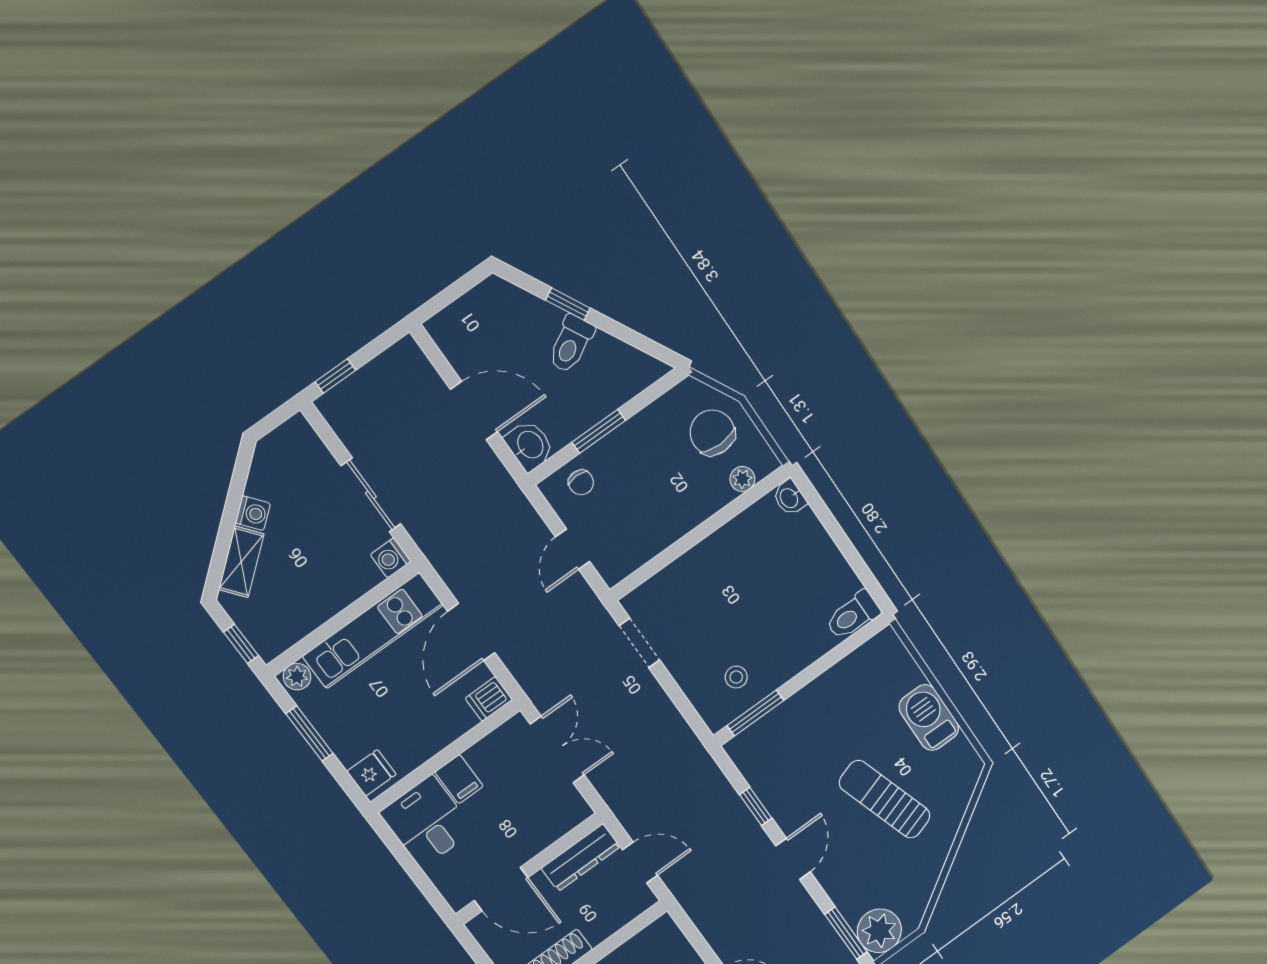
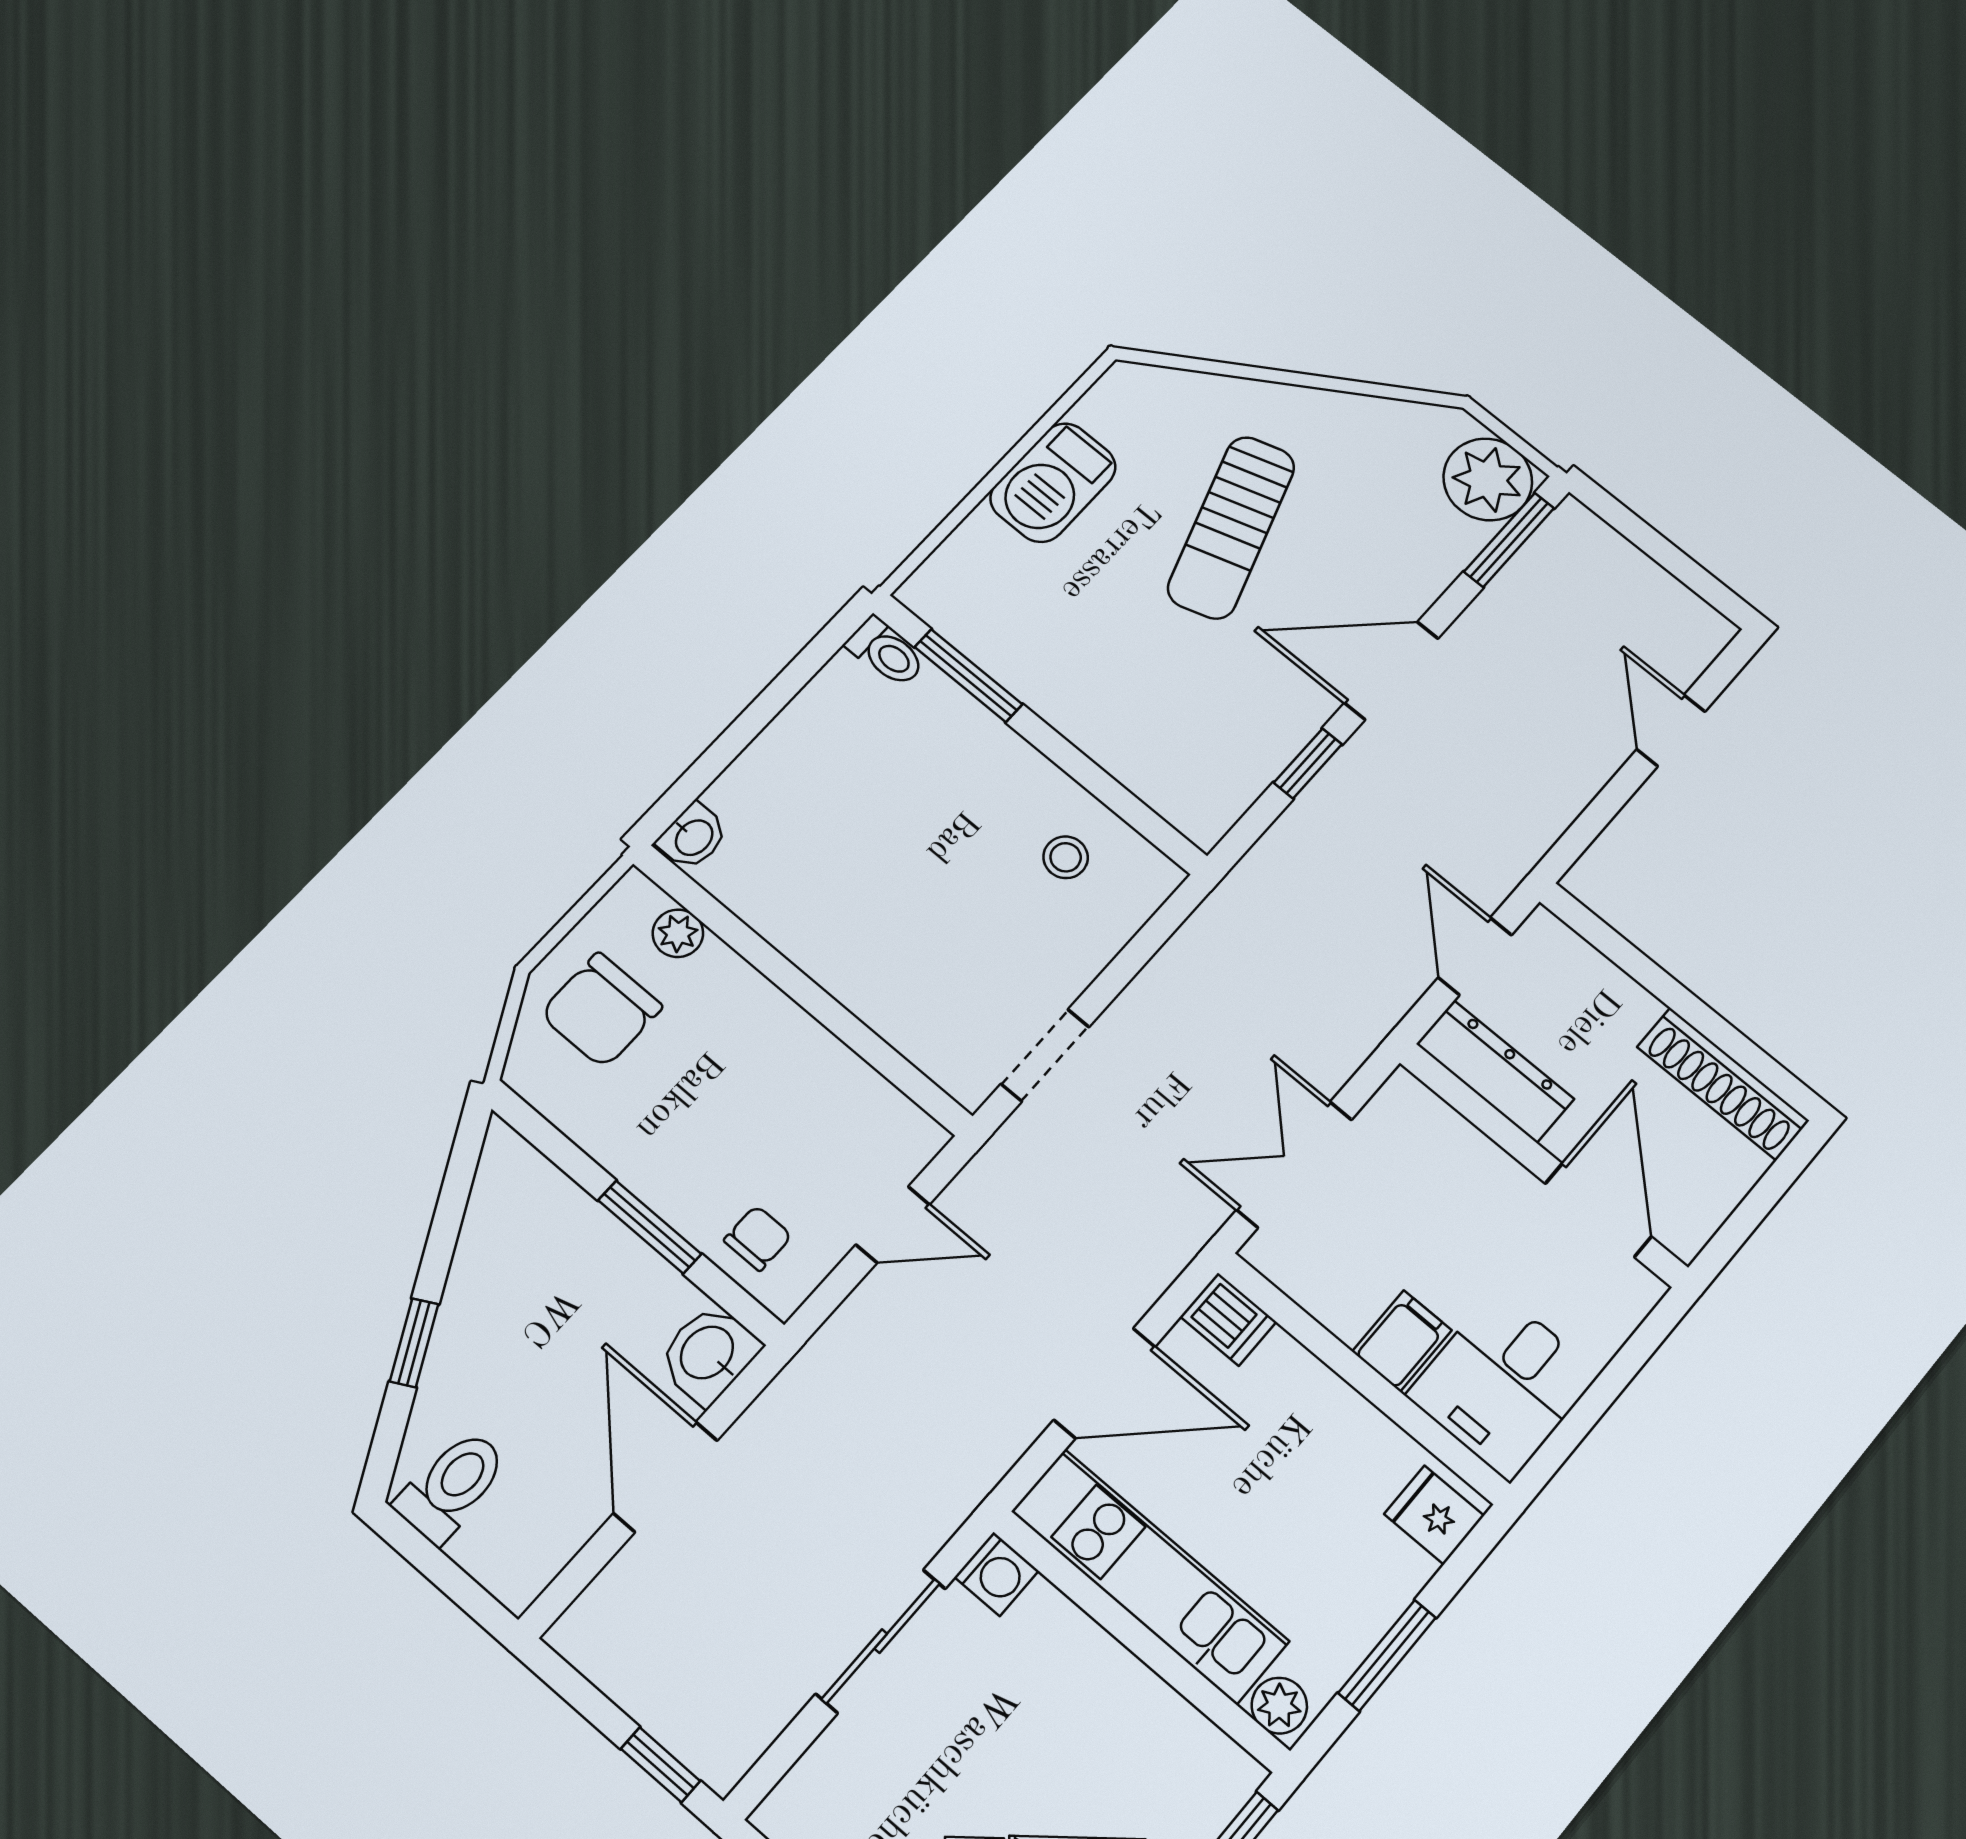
toilet: (571, 344) -> (452, 1486), moved, turned -62
toilet: (853, 615) -> (886, 652), width x0.73, depth x0.72
window: (755, 713) -> (968, 676), moved
door: (793, 859) -> (1391, 671), width x1.38

